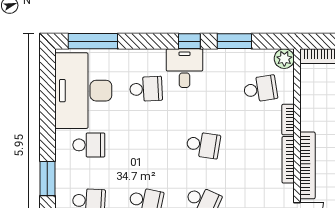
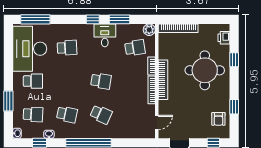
desk: (185, 68) -> (105, 35), moved
bookcase: (307, 165) -> (163, 80), moved

